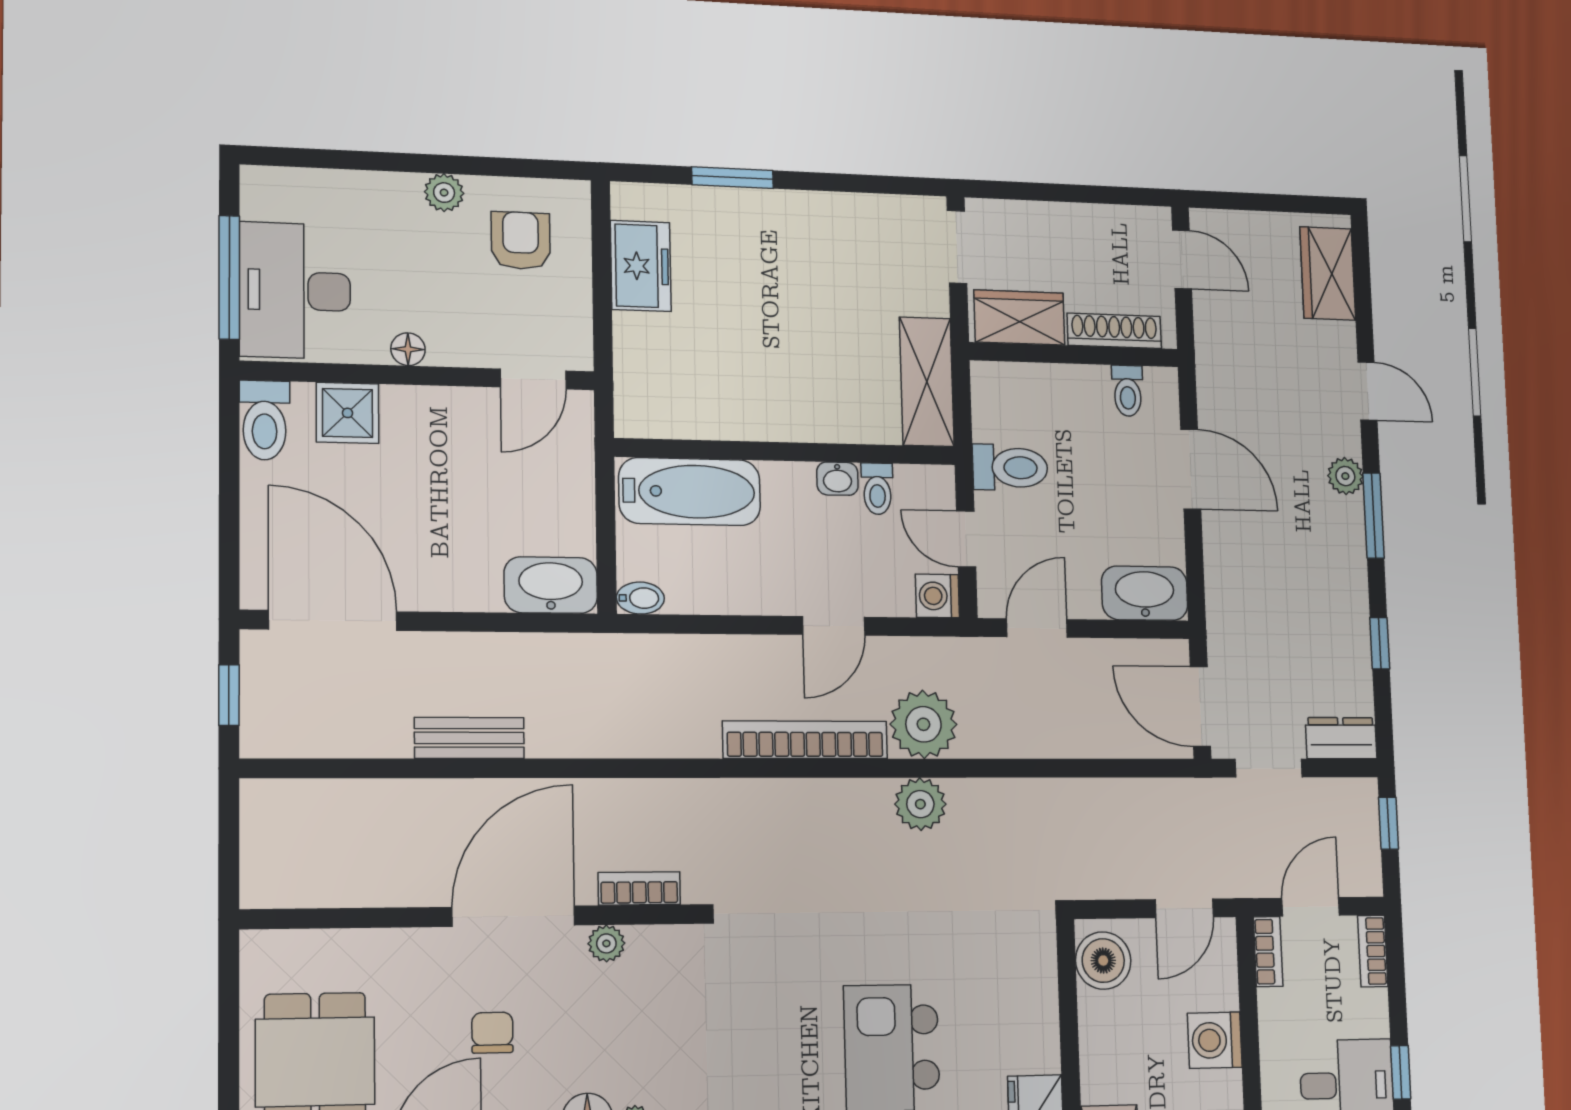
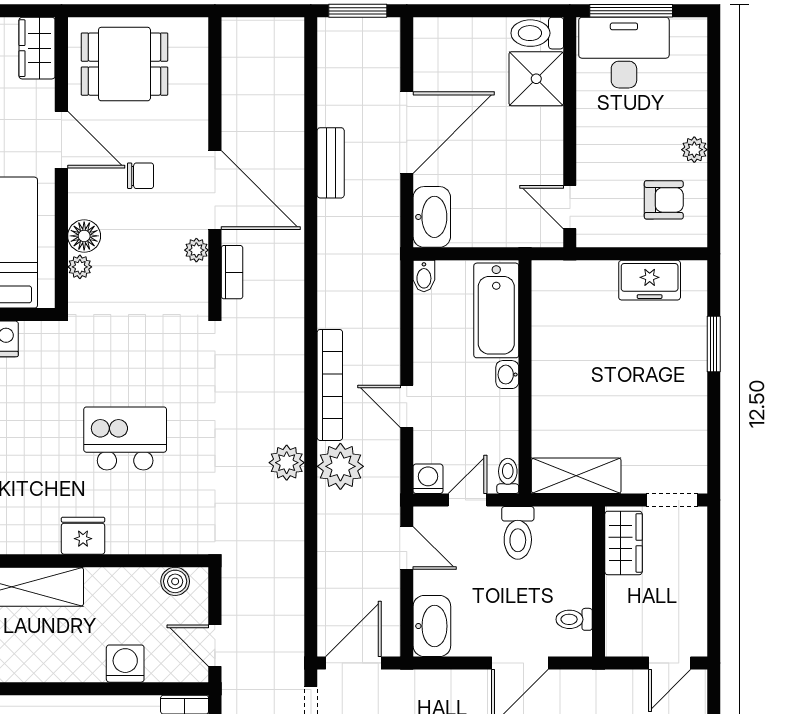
shoe rack: (1114, 331) -> (616, 611), removed
floor lamp: (408, 349) -> (587, 125), removed
shower: (347, 413) -> (536, 79), width x1.36, depth x1.36
washbasin: (837, 479) -> (507, 375), moved
toilet: (877, 489) -> (508, 476), moved, turned 90
door: (333, 620) -> (407, 133), moved
window: (229, 695) -> (358, 11), width x1.50
boiler: (1103, 961) -> (175, 581), width x0.73, depth x0.73

